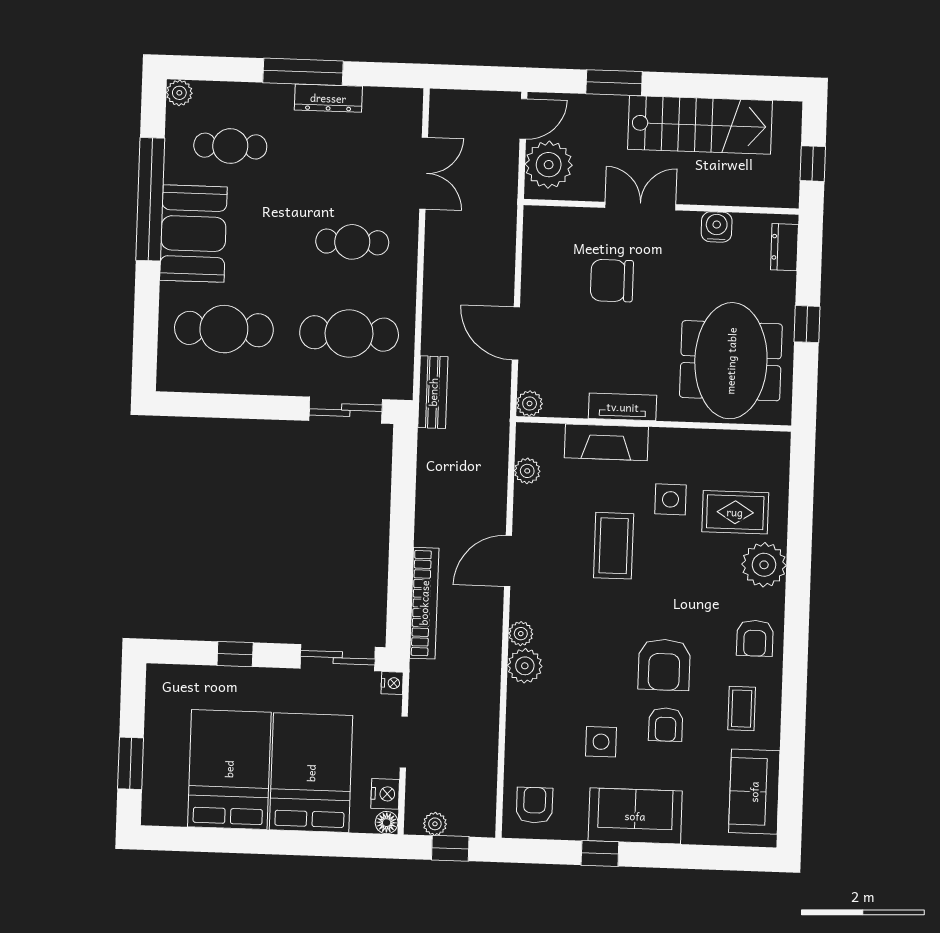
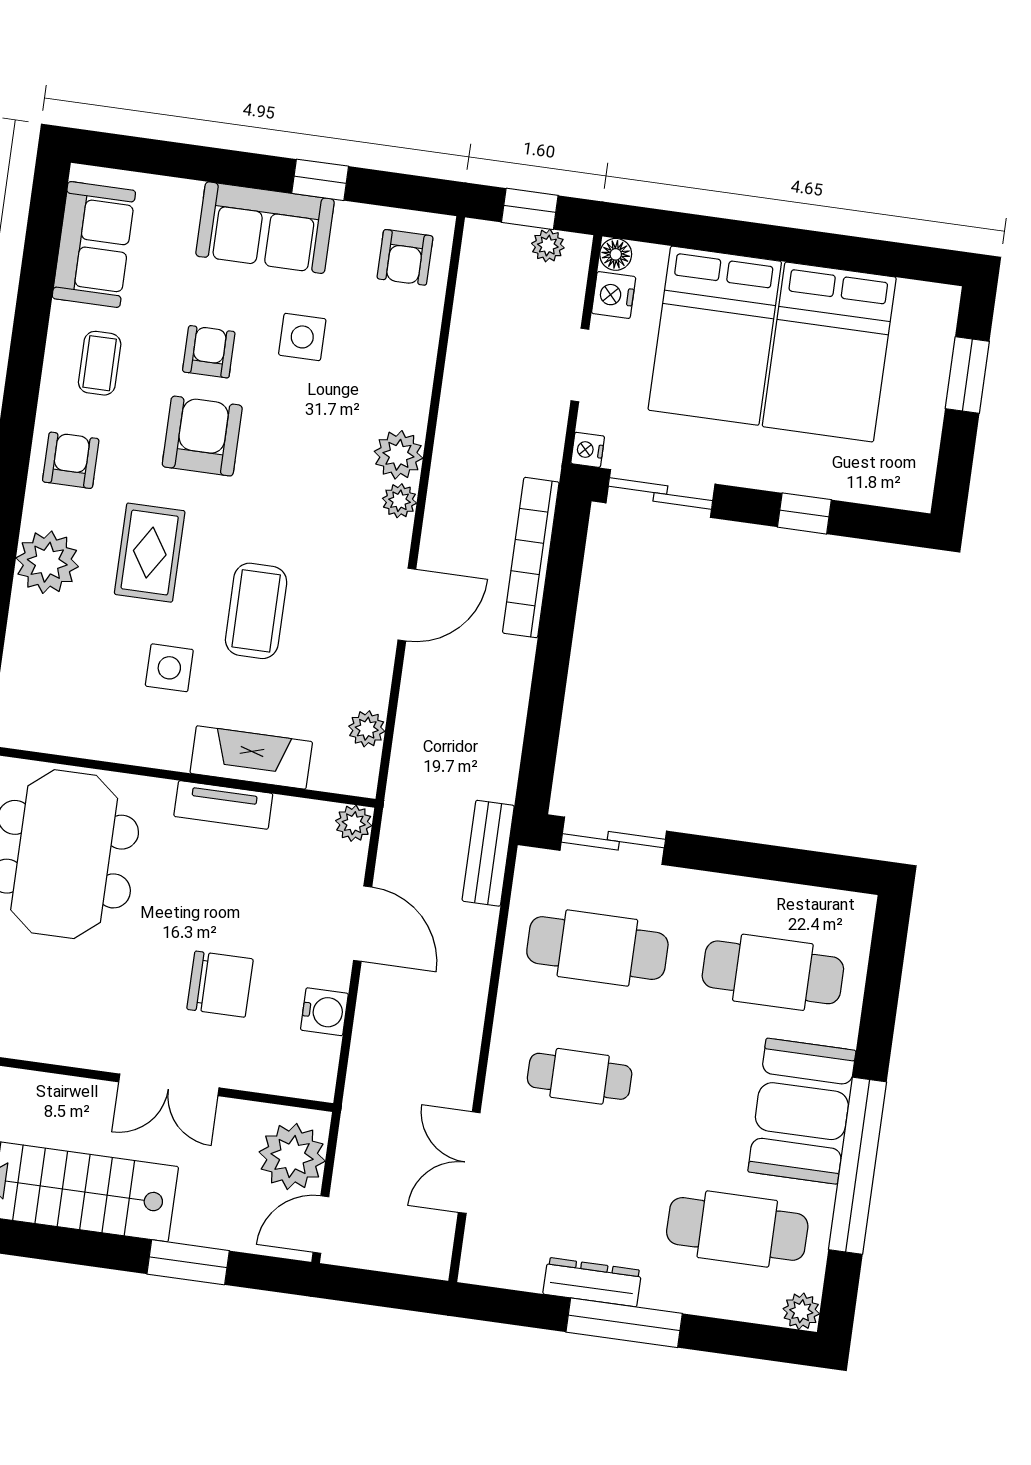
cafe table: (230, 146) -> (737, 1229), width x1.37, depth x1.35
water cooler: (717, 227) -> (324, 1012), moved, turned -90
rug: (735, 512) -> (150, 553), moved, turned 90

